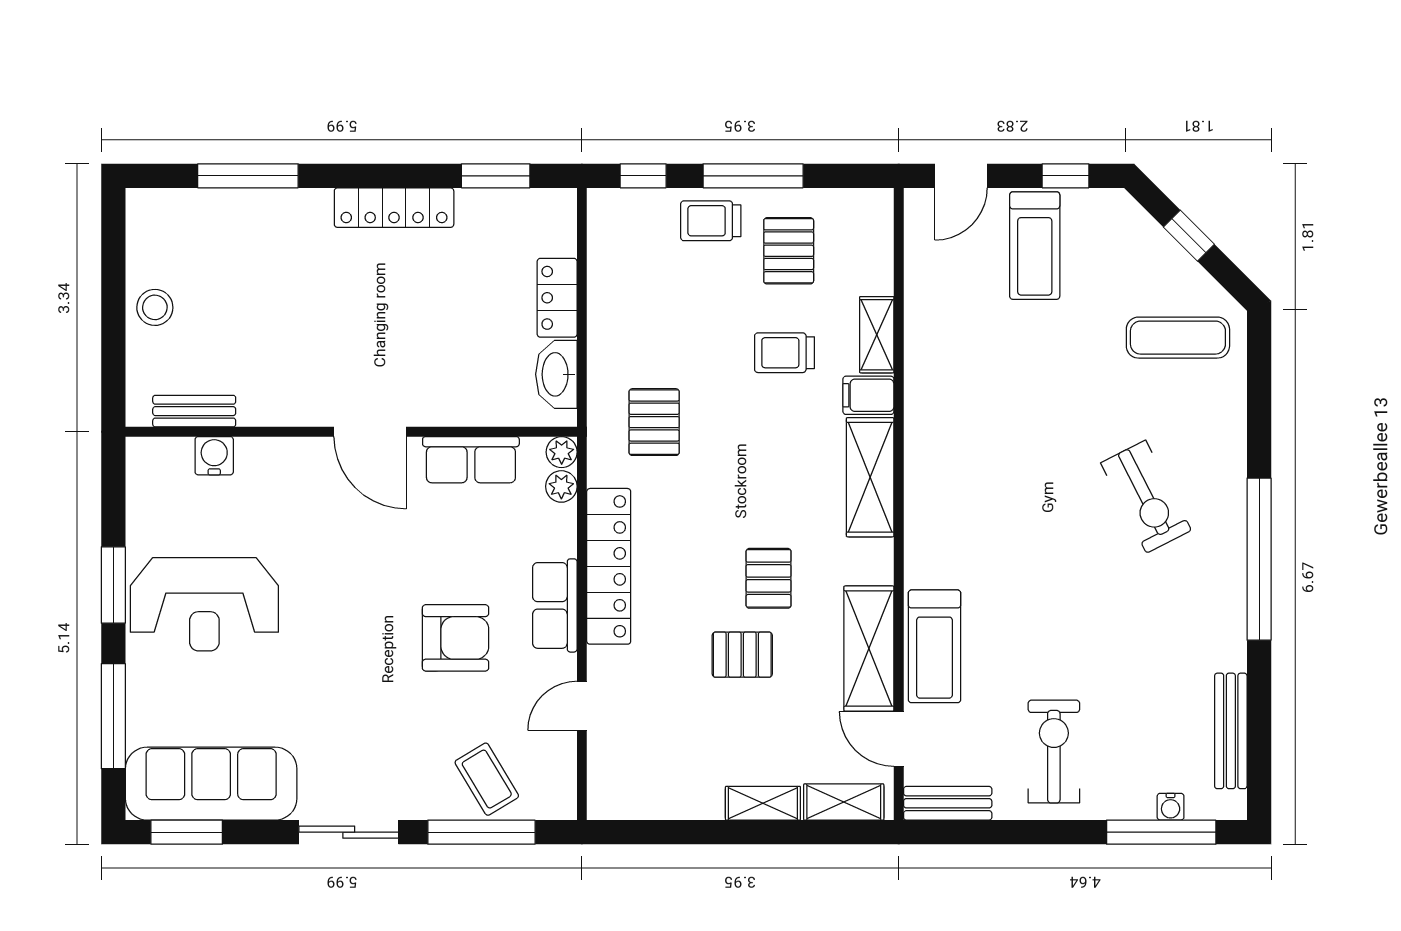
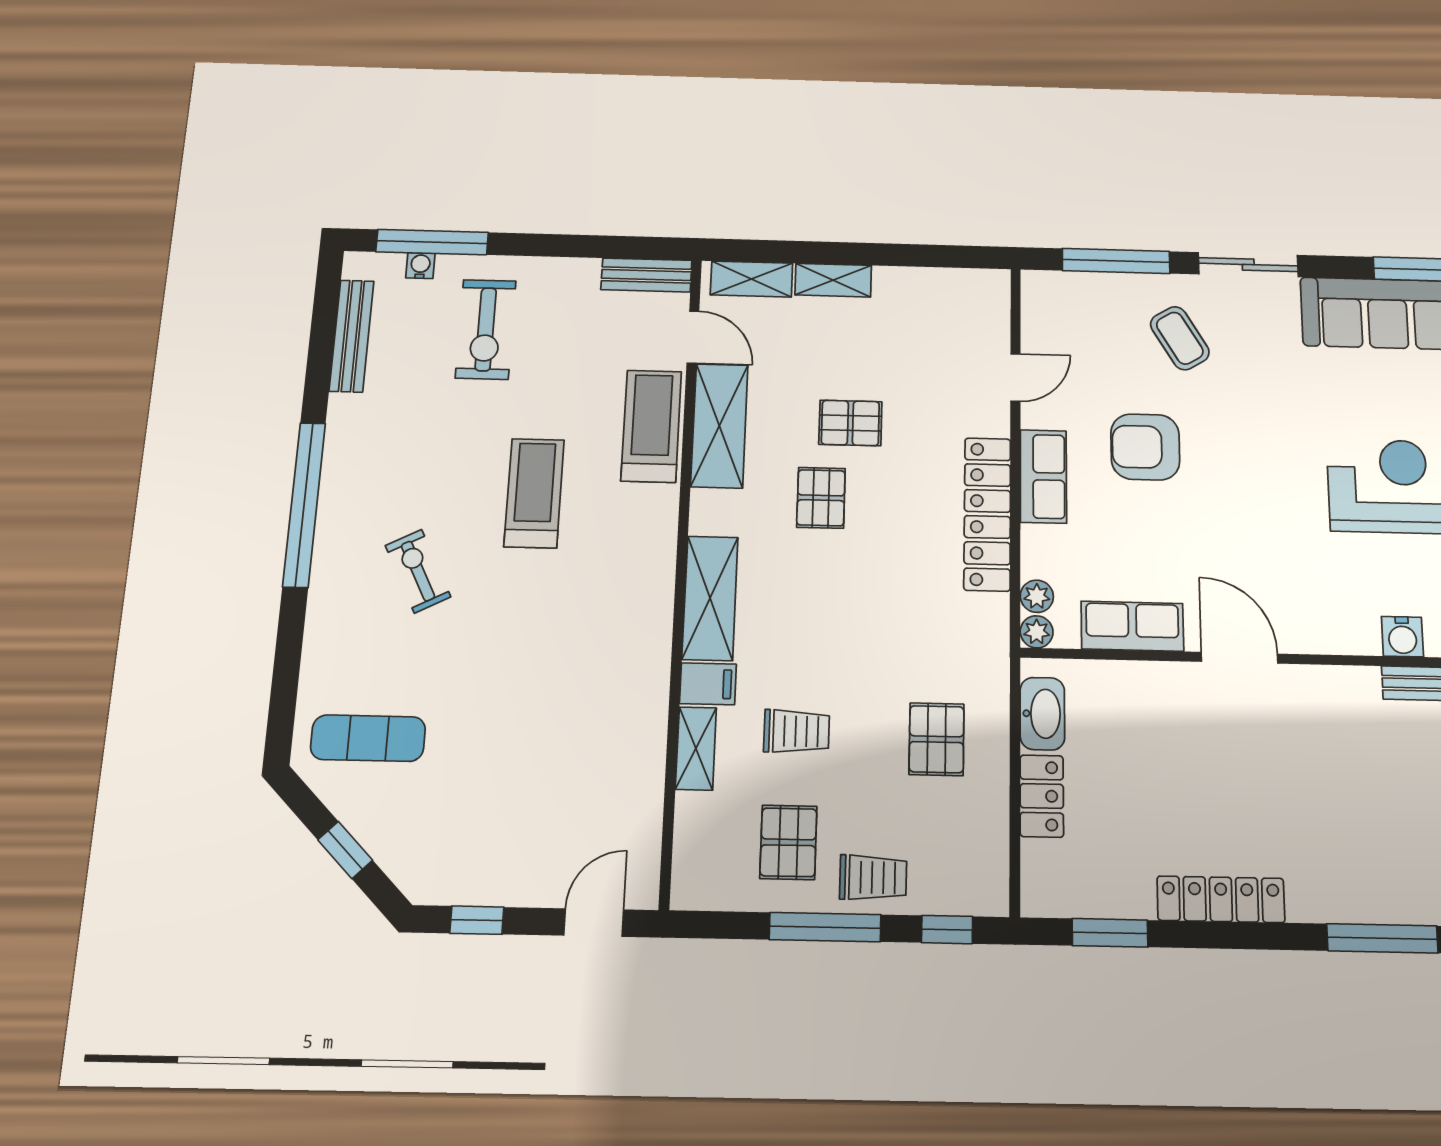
treadmill: (1035, 246) -> (534, 493), moved
pallet: (654, 422) -> (937, 739), moved
exercise bike: (1146, 497) -> (418, 571), width x0.73, depth x0.72
exercise bike: (1054, 752) -> (486, 329), moved
coffee table: (487, 779) -> (1180, 338), moved

